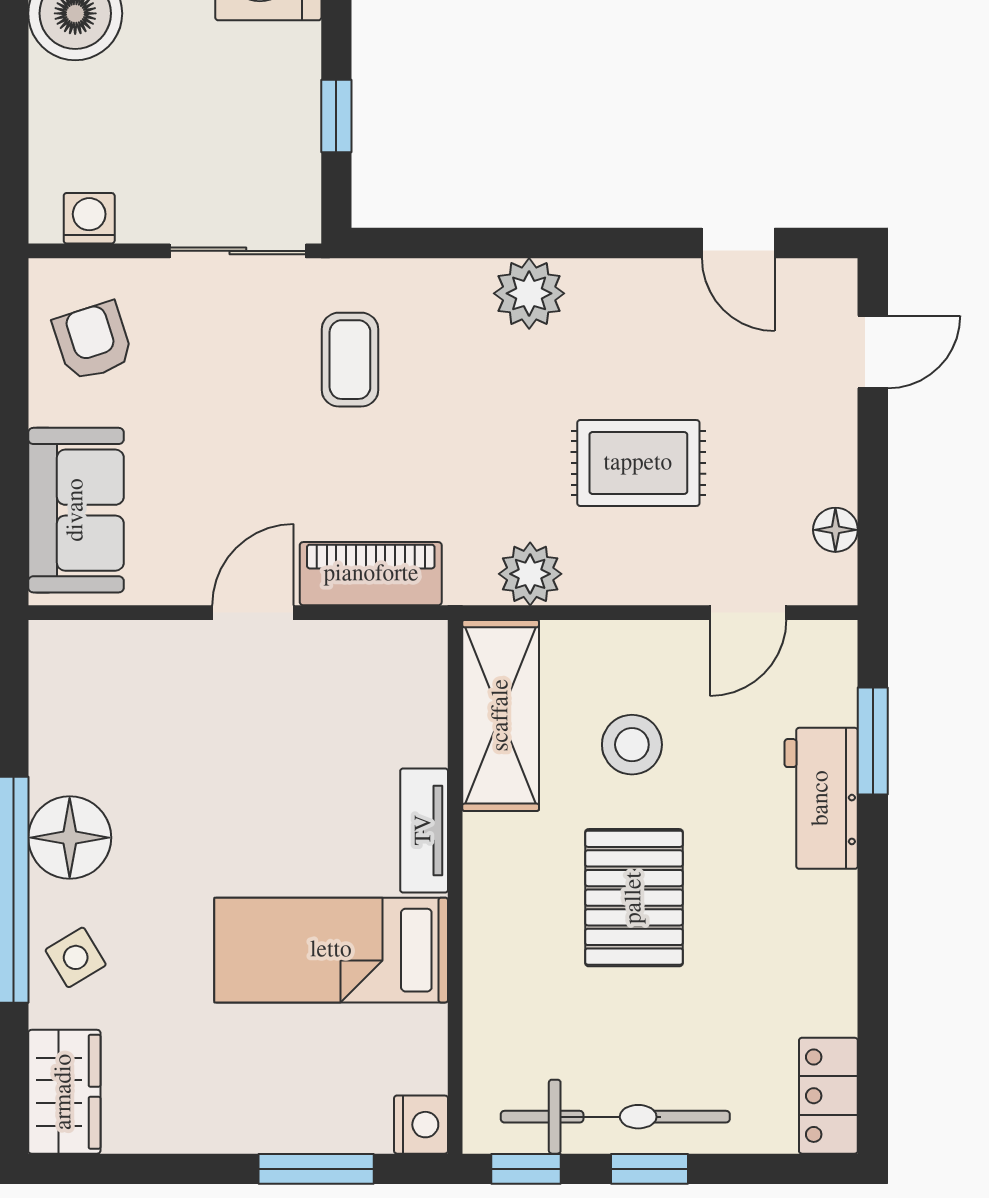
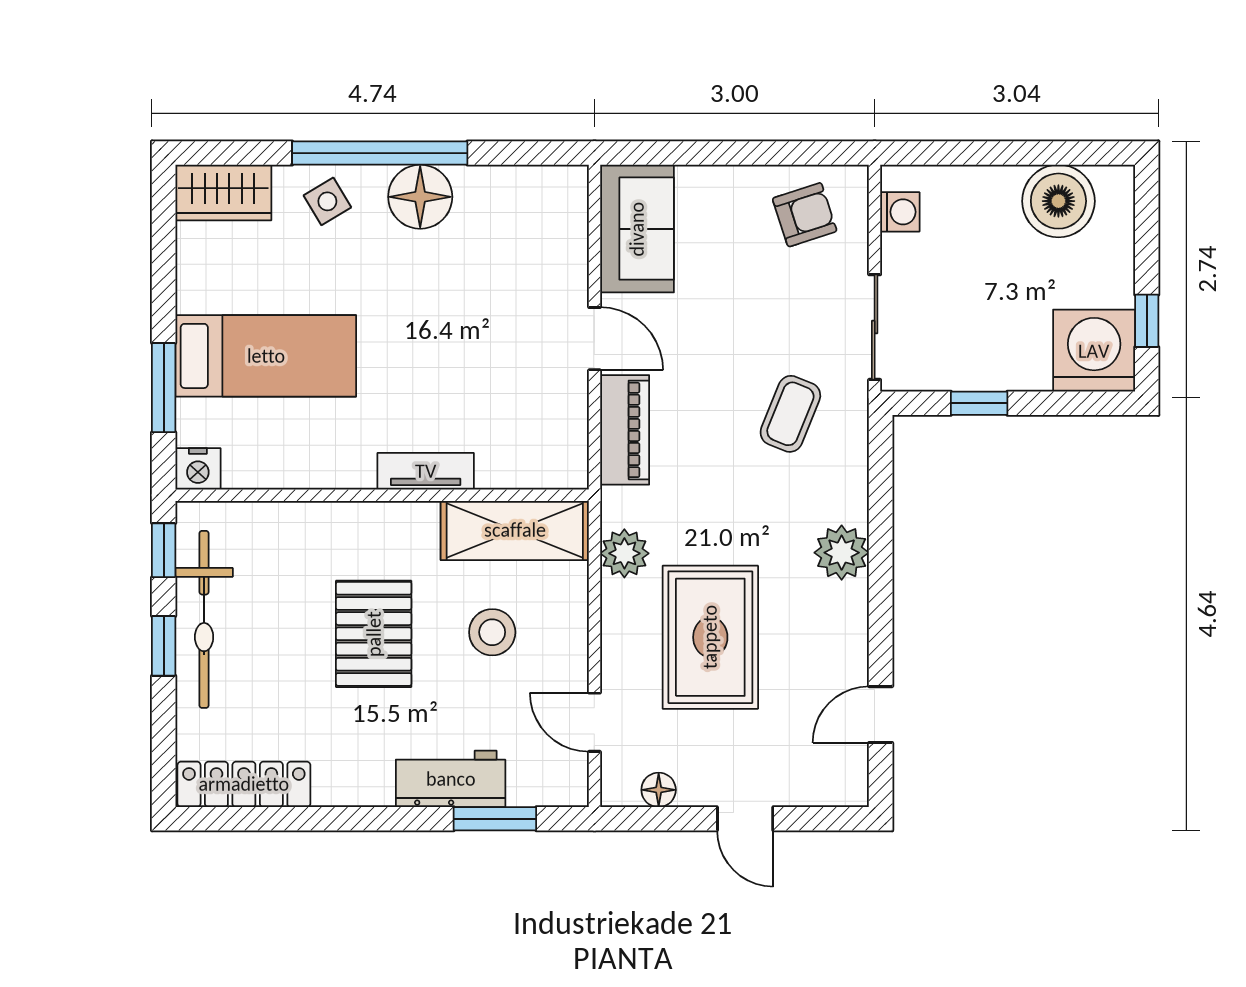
door: (873, 352) -> (745, 819), moved
coffee table: (350, 360) -> (790, 414), turned -68
rug: (638, 463) -> (710, 637), width x1.36, depth x1.43
sofa: (76, 510) -> (637, 229), moved, turned -90
pallet: (634, 898) -> (374, 634), turned 90
bed: (331, 950) -> (266, 356), moved, turned 90
locker: (828, 1096) -> (244, 784), width x1.53

